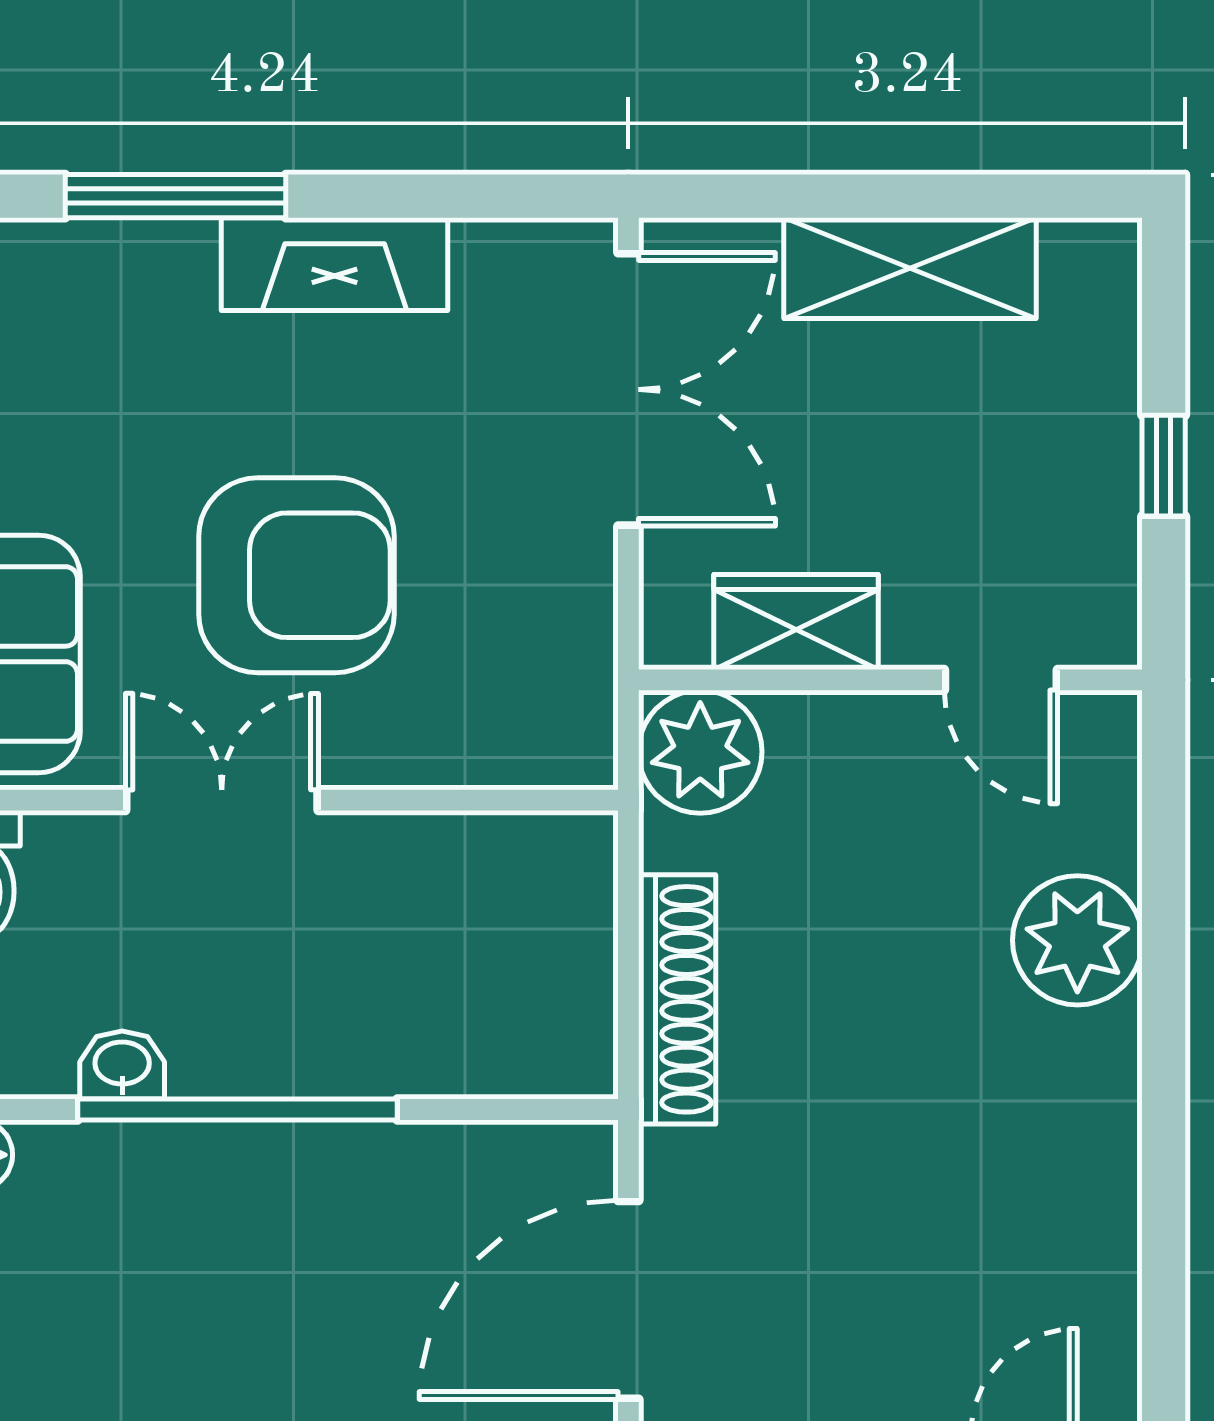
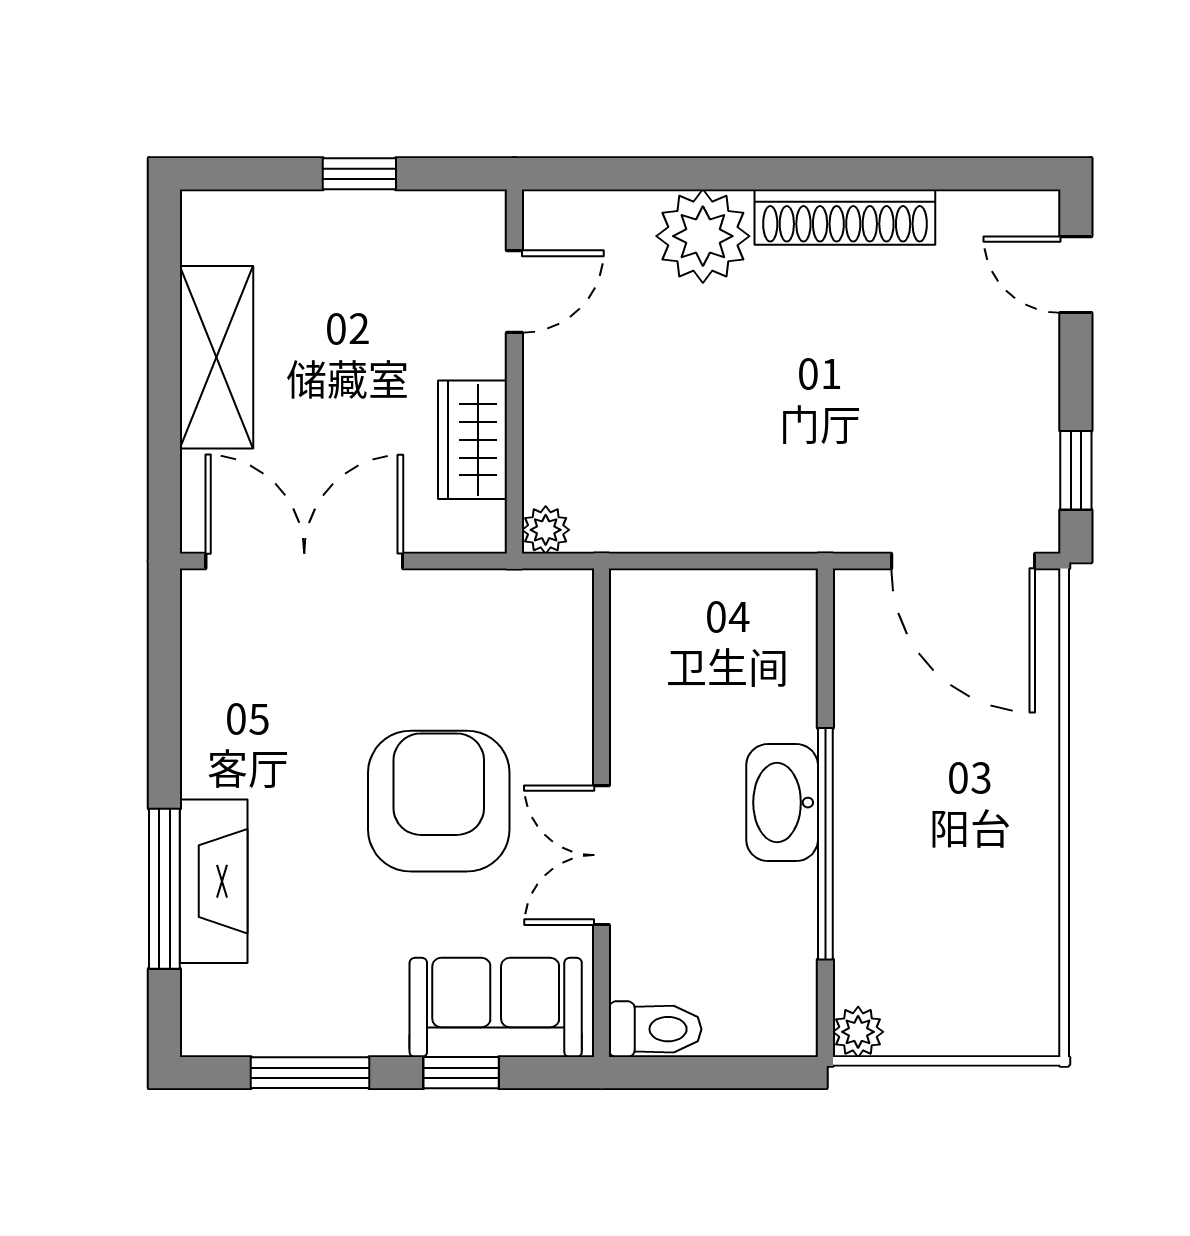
fireplace: (335, 264) -> (214, 881), moved
plant: (700, 752) -> (546, 530), width x0.53, depth x0.53
shoe rack: (677, 999) -> (845, 217), moved, turned 180
washbasin: (122, 1065) -> (782, 803), moved, width x1.91, depth x1.45

